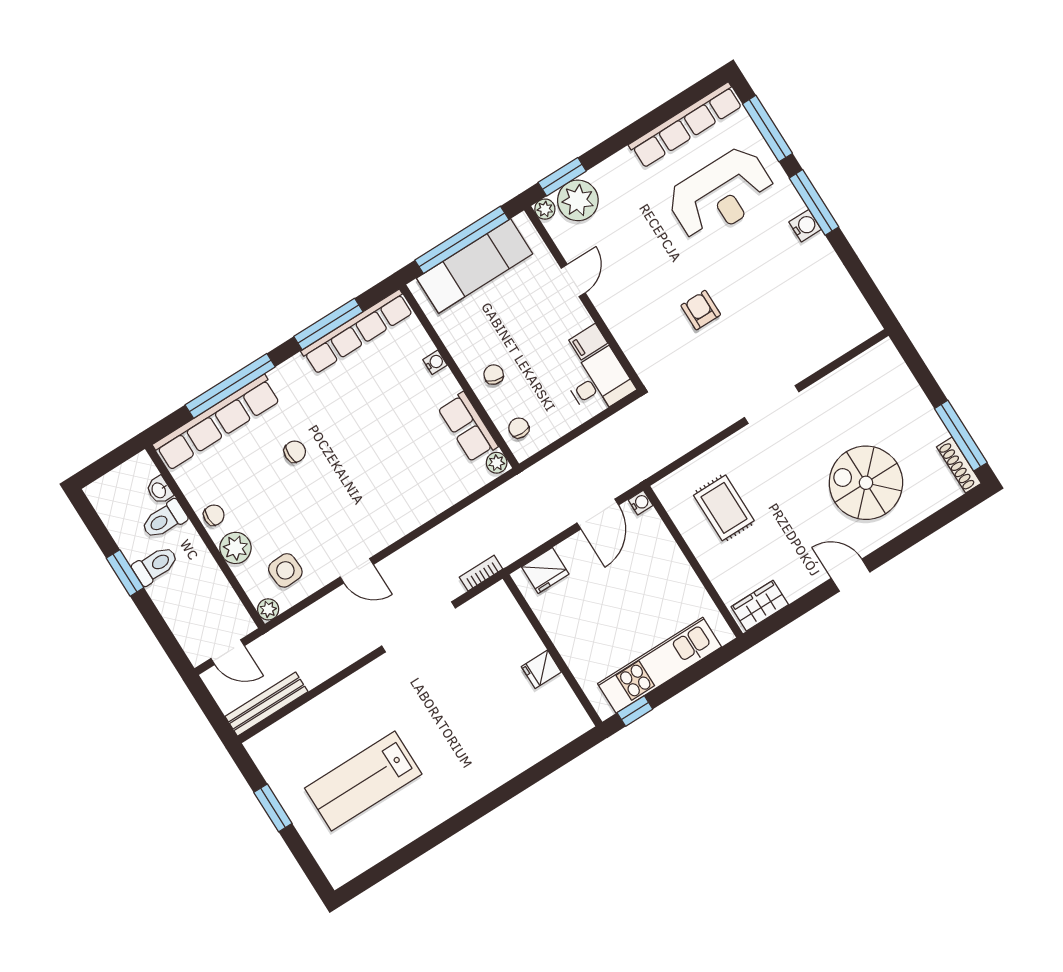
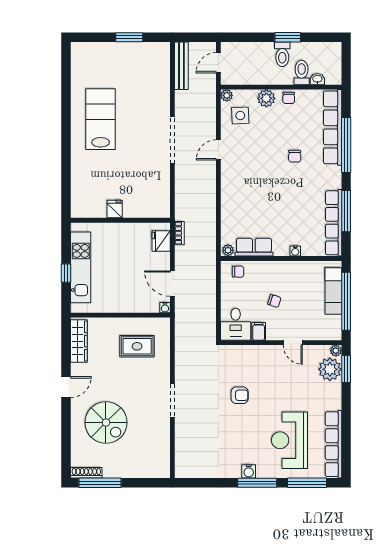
exam couch: (475, 266) -> (333, 291), width x0.73, depth x0.69
chair: (494, 375) -> (274, 301), moved
spiral stairs: (866, 483) -> (106, 422), turned 90
bookcase: (481, 573) -> (179, 233), moved
wardrobe: (760, 606) -> (79, 341), width x1.50
doorway: (419, 627) -> (172, 140), moved
window: (635, 711) -> (66, 273), moved
lab bench: (363, 781) -> (101, 119), moved

